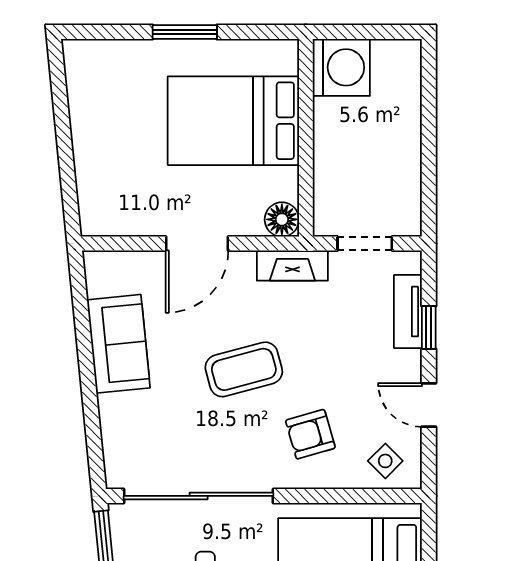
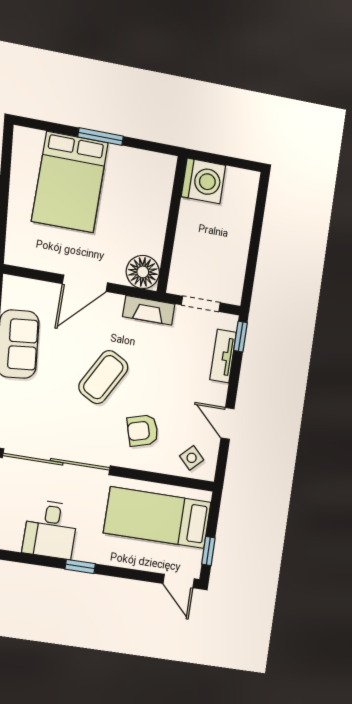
bed: (233, 121) -> (70, 182), moved, turned -90
floor lamp: (282, 219) -> (143, 272), width x1.38, depth x1.38
window: (429, 327) -> (241, 337), moved
coffee table: (244, 369) -> (103, 377), turned -46

